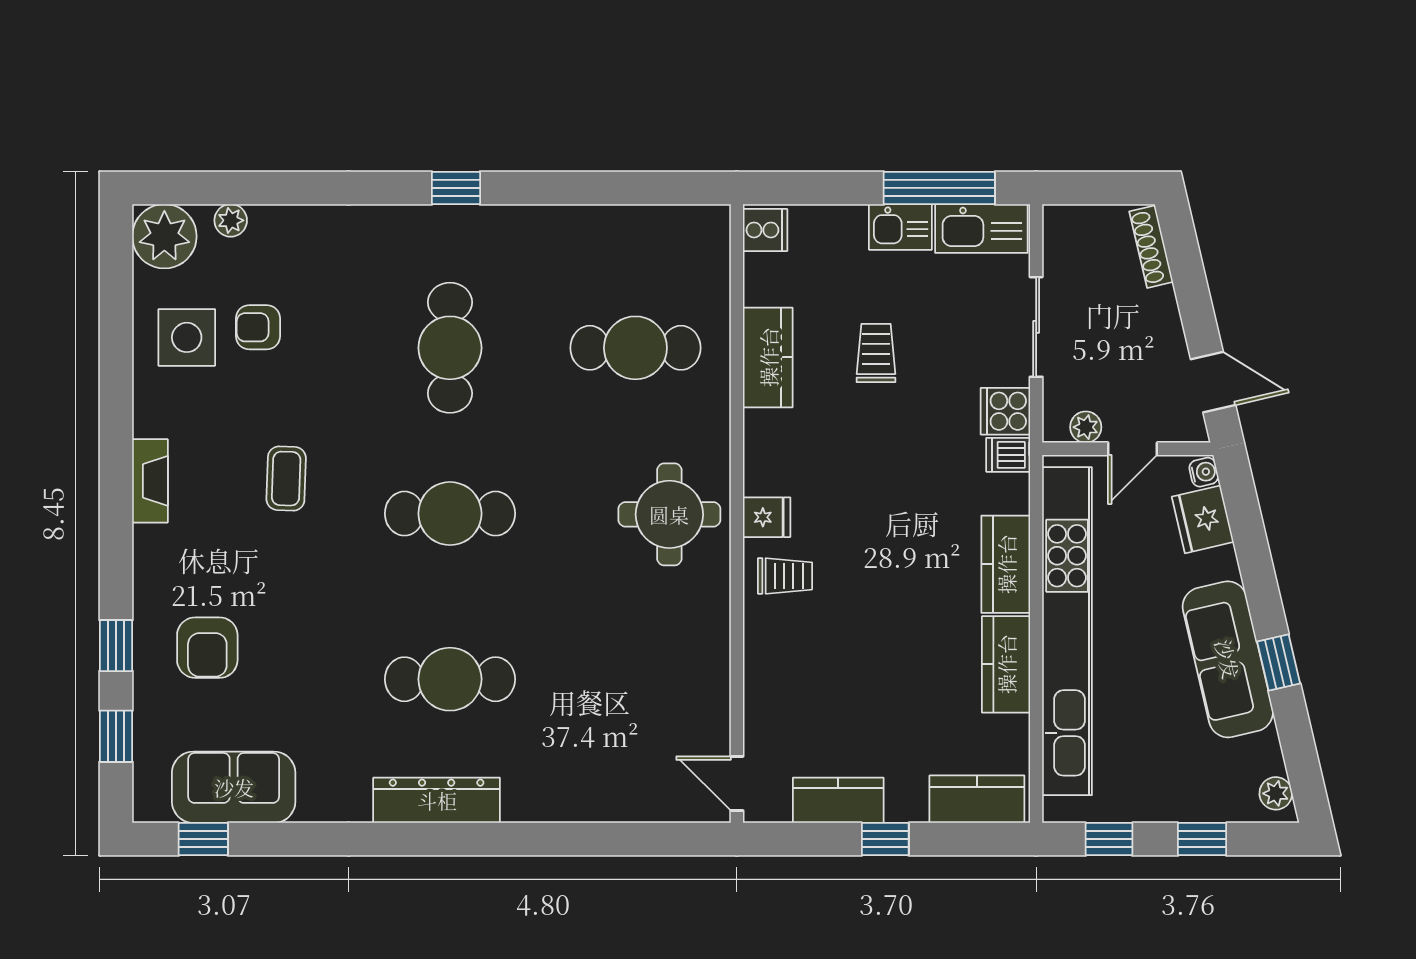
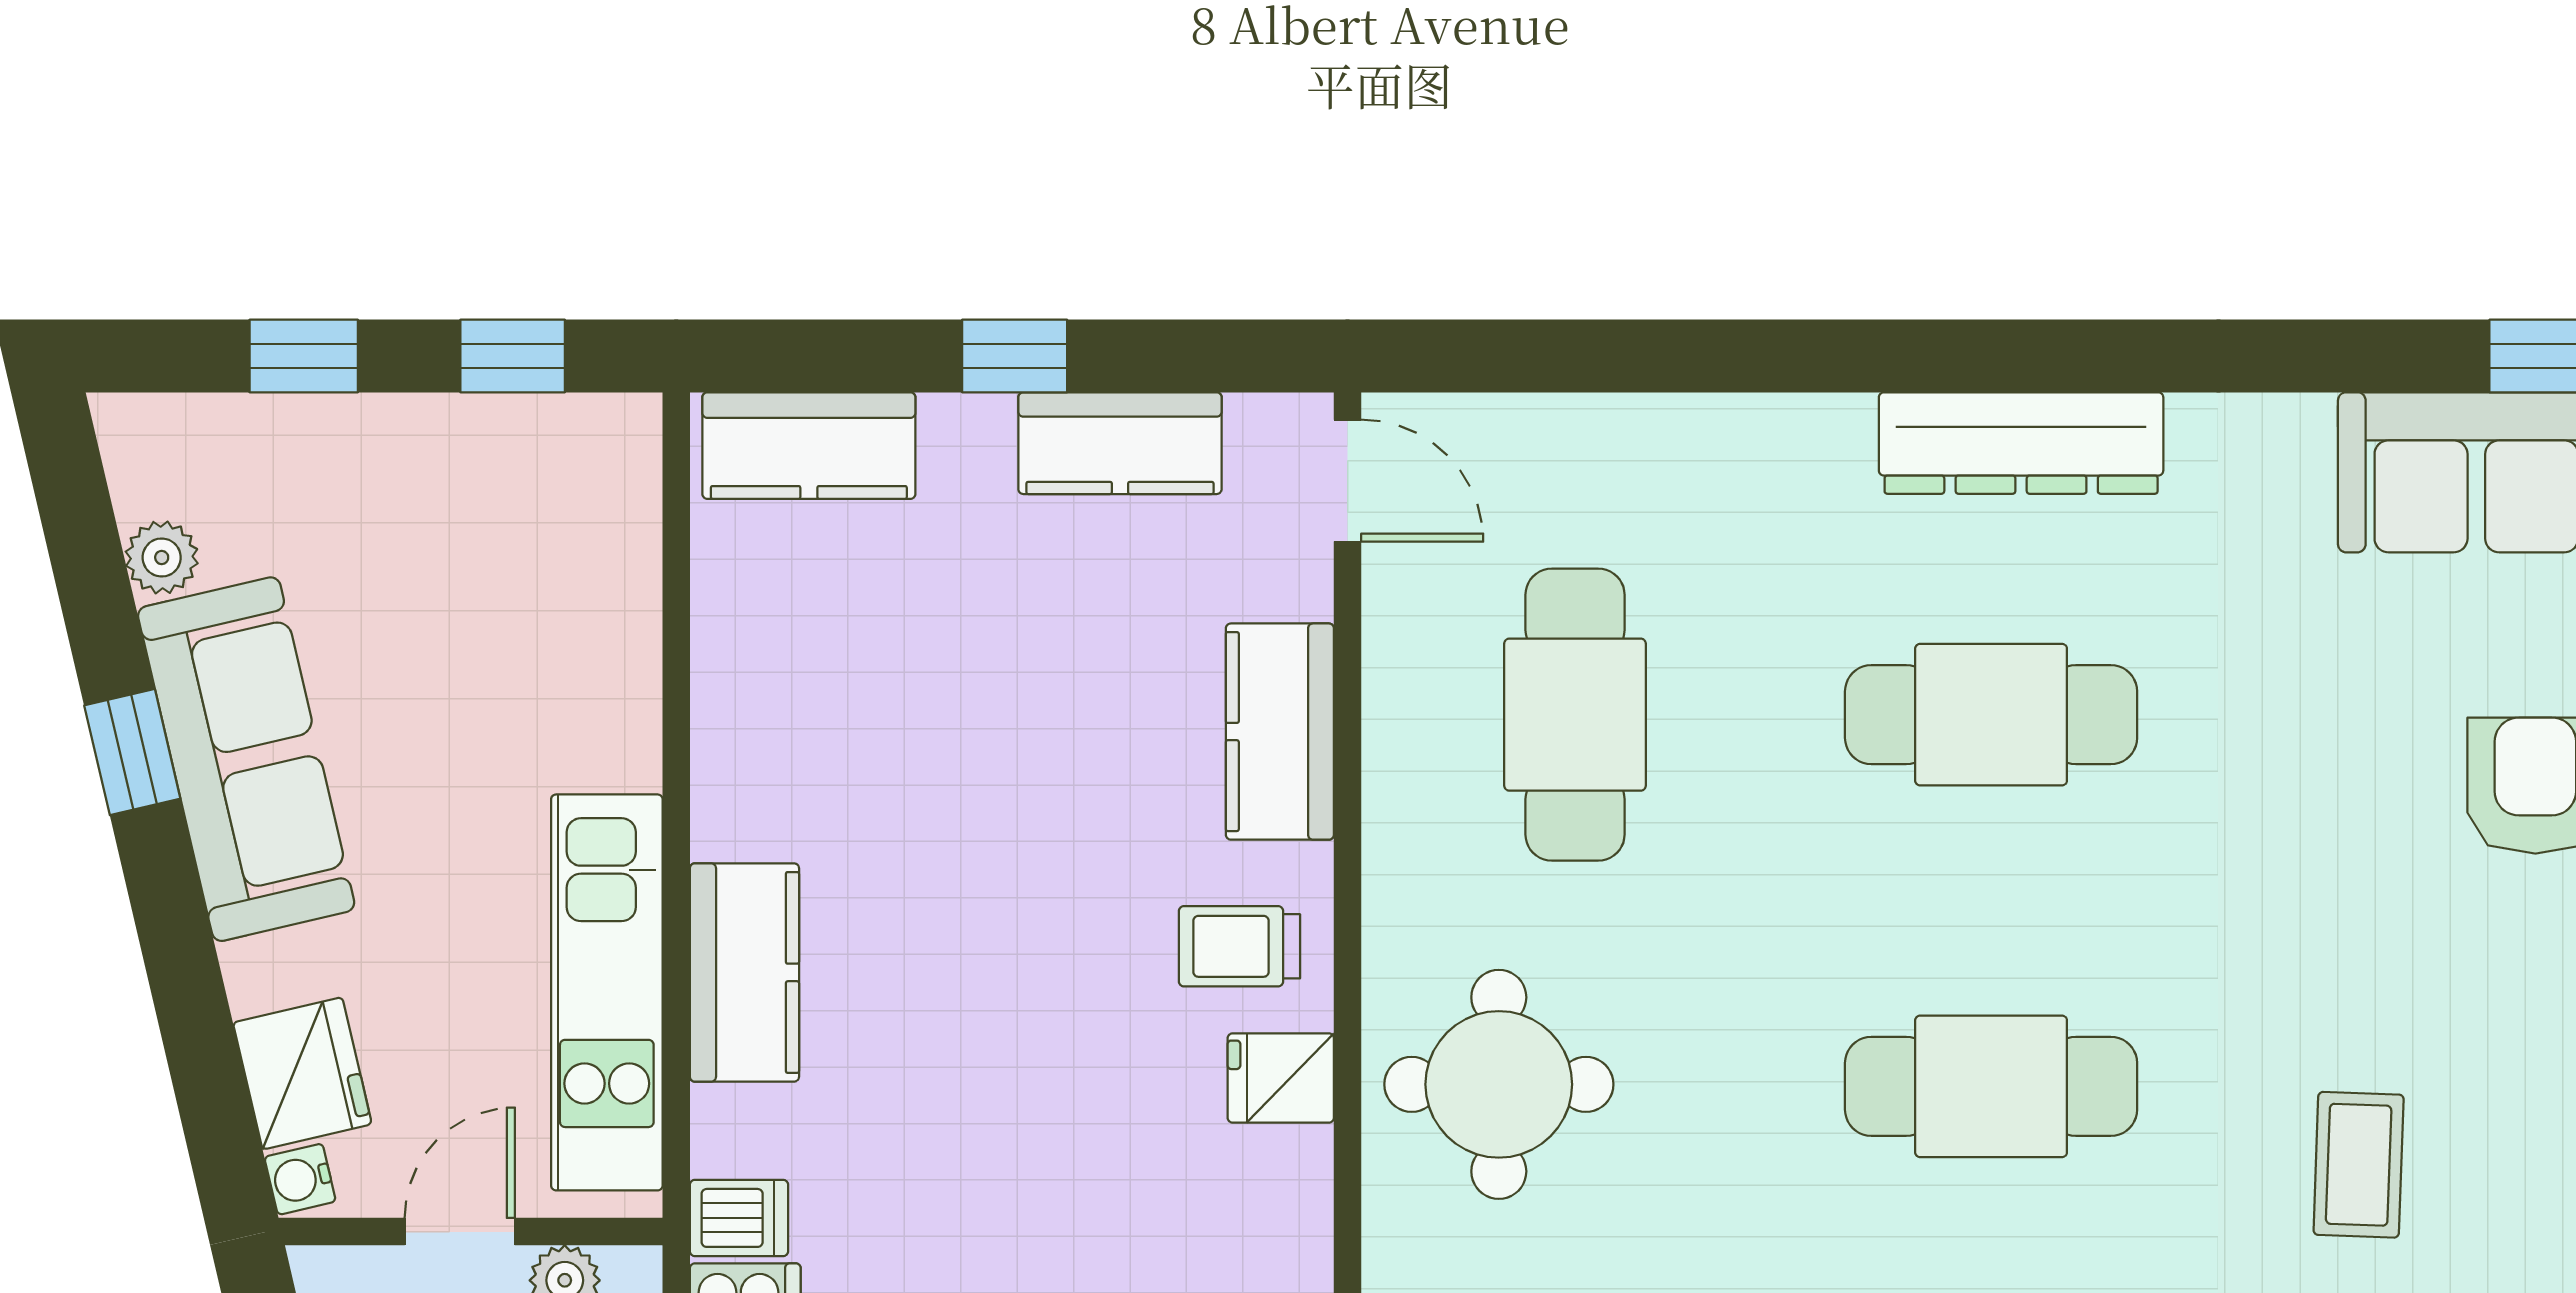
kitchen unit: (1067, 631) -> (607, 992), width x0.54
kitchen counter: (1006, 664) -> (1280, 732), moved, turned 180
cafe table: (635, 679) -> (1575, 715), added
plant: (1276, 793) -> (162, 557), moved

